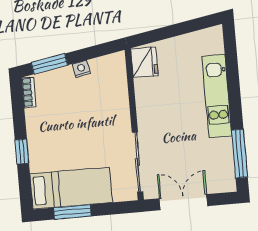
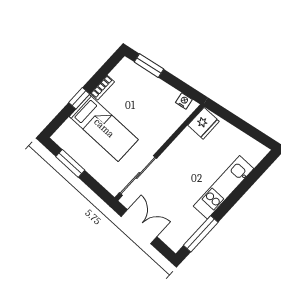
nightstand: (81, 69) -> (184, 101), moved
bookcase: (29, 92) -> (102, 88), moved
bed: (71, 188) -> (104, 128), moved

